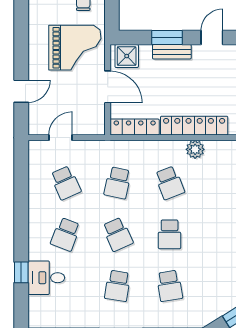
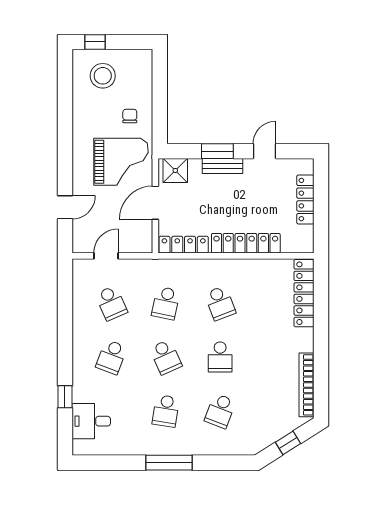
door: (108, 87) -> (155, 203), swing flipped
plant: (195, 149) -> (247, 268), removed
desk: (46, 278) -> (91, 421), moved
school desk: (170, 286) -> (220, 411), turned 30

